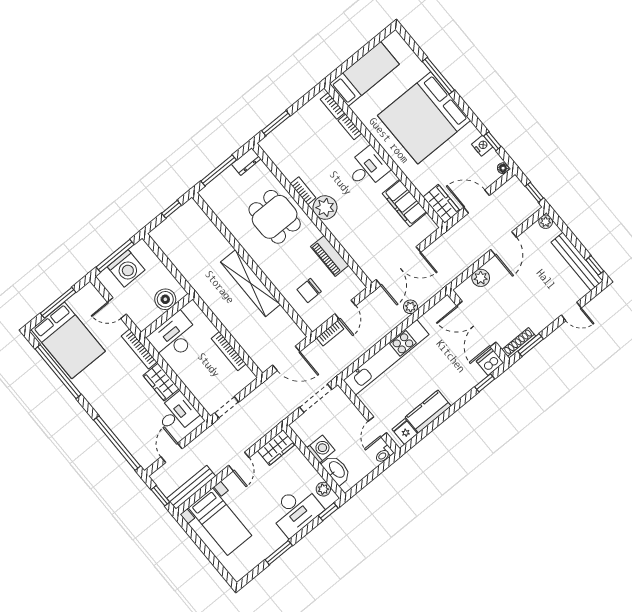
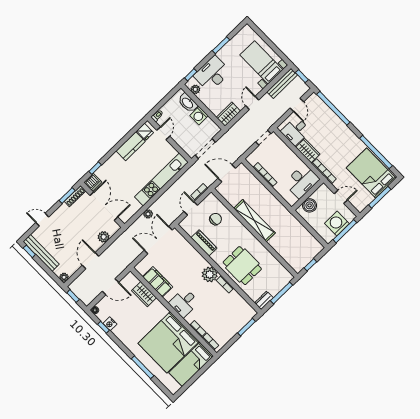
bed: (424, 118) -> (169, 342), moved, turned 180
wardrobe: (441, 204) -> (144, 294), moved

